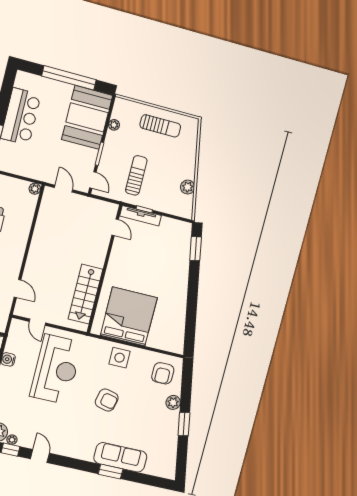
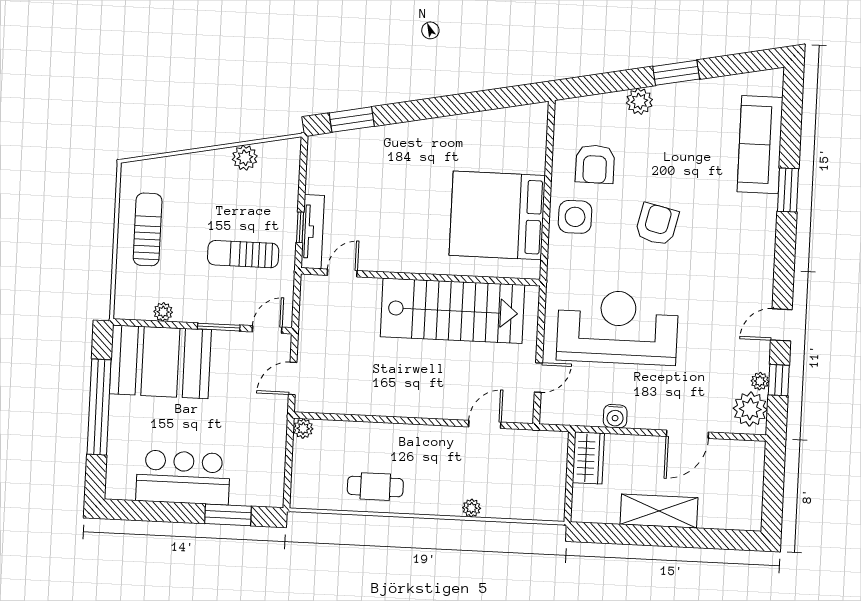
stairs: (85, 294) -> (452, 311), width x1.36, depth x1.51
armchair: (163, 373) -> (595, 164), moved, turned 90
sofa: (120, 457) -> (760, 145), moved

